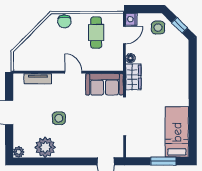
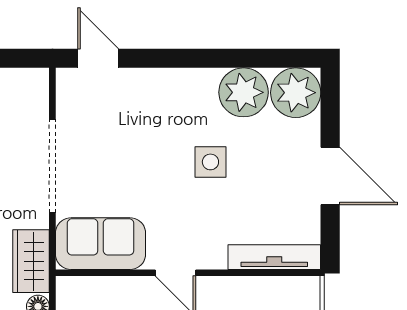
tv unit: (38, 79) -> (274, 257), width x1.41
plant: (19, 152) -> (296, 93), width x1.87, depth x1.87

